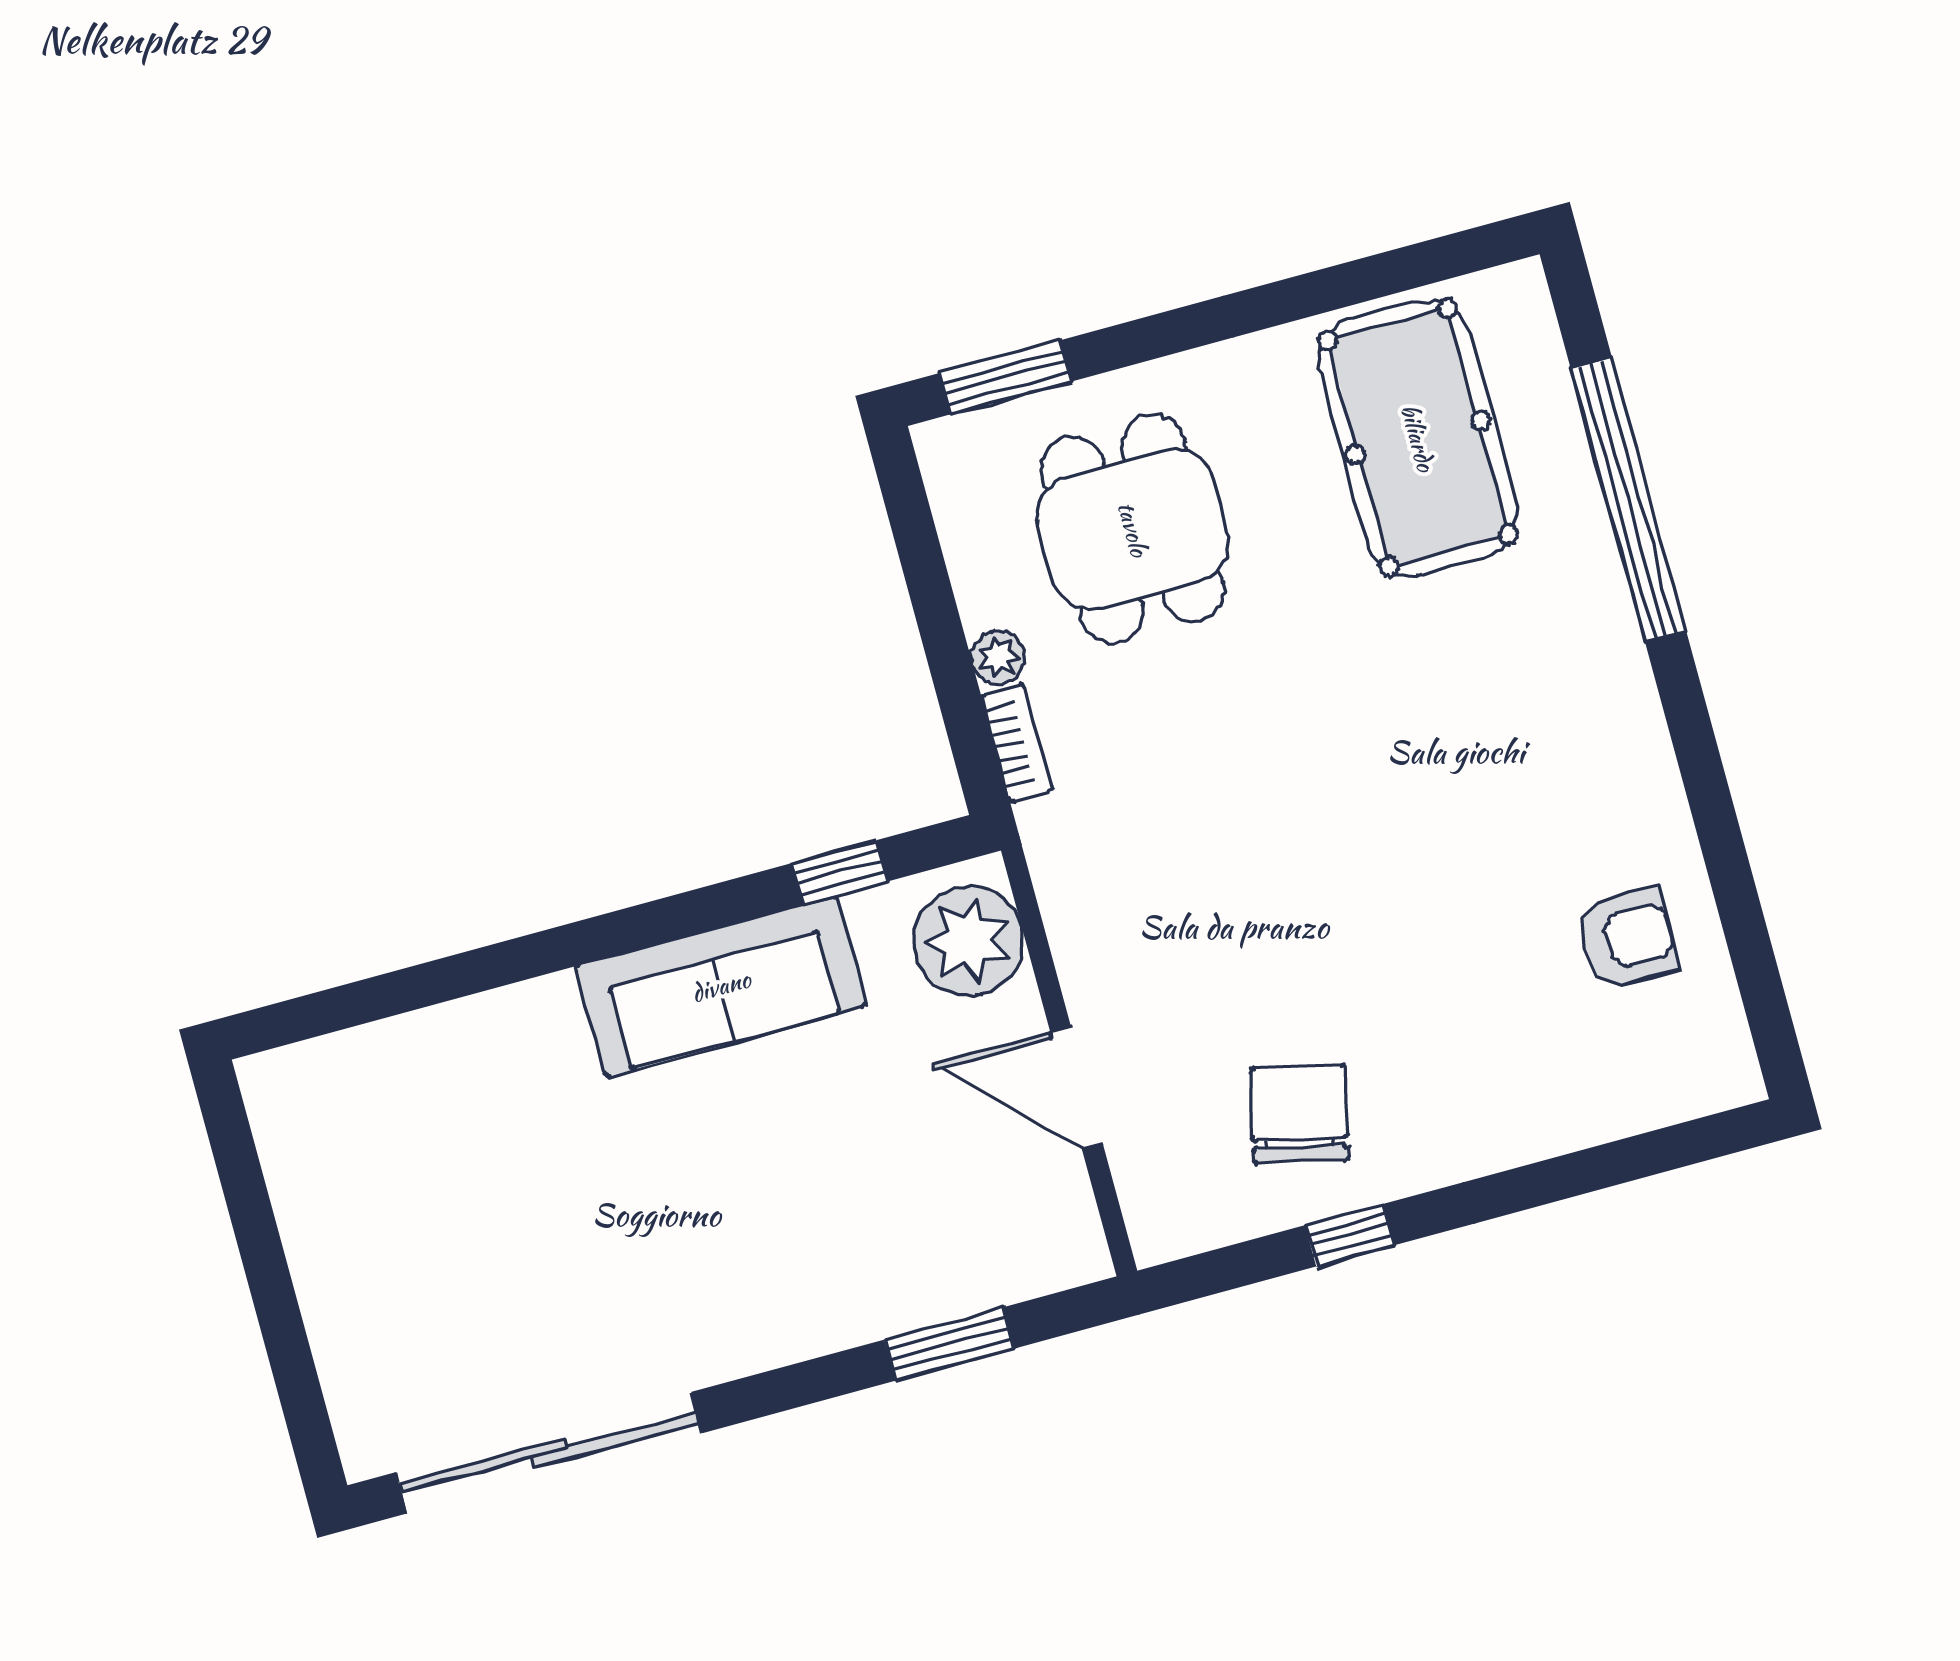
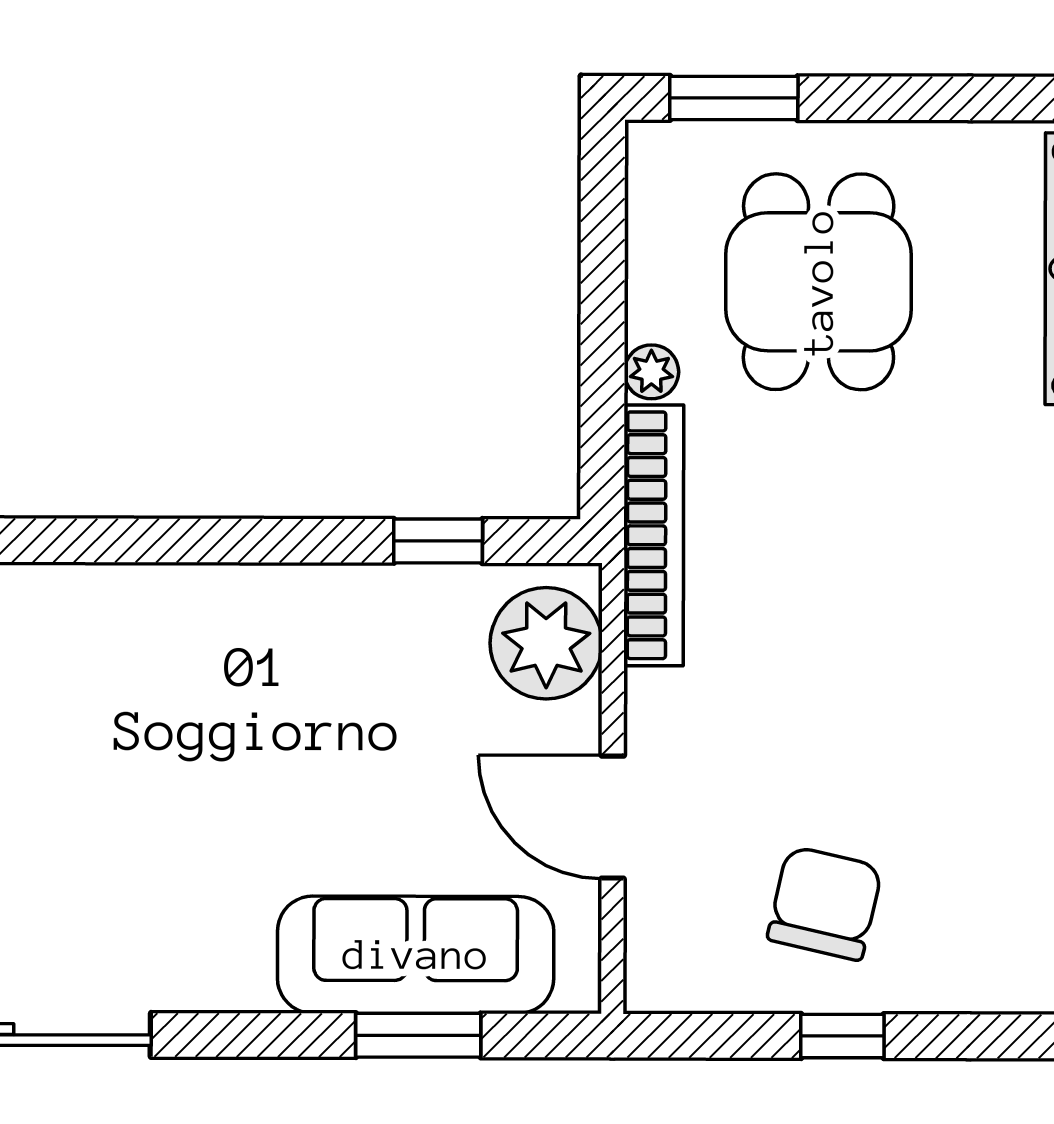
bookcase: (1017, 743) -> (654, 535), width x2.31, depth x1.31
sofa: (721, 986) -> (416, 955), moved, turned 180

